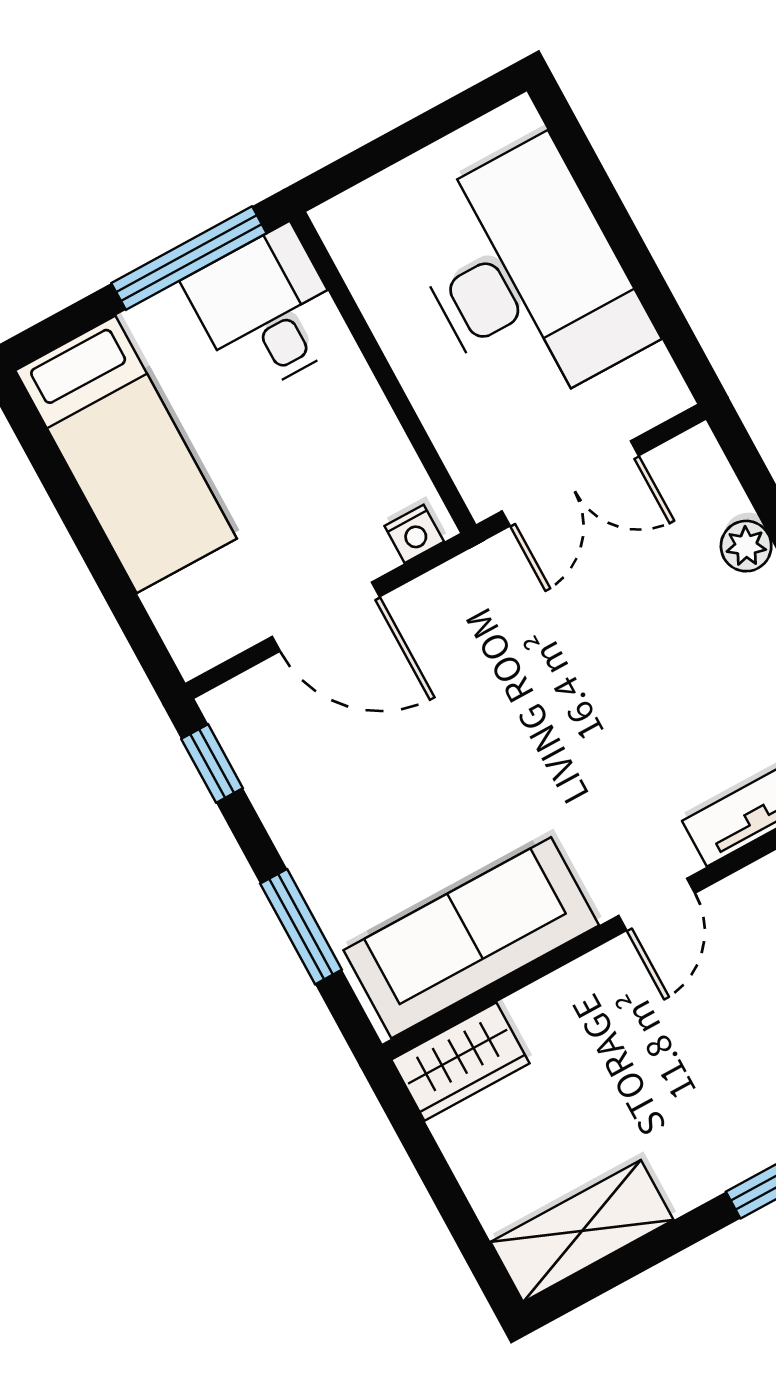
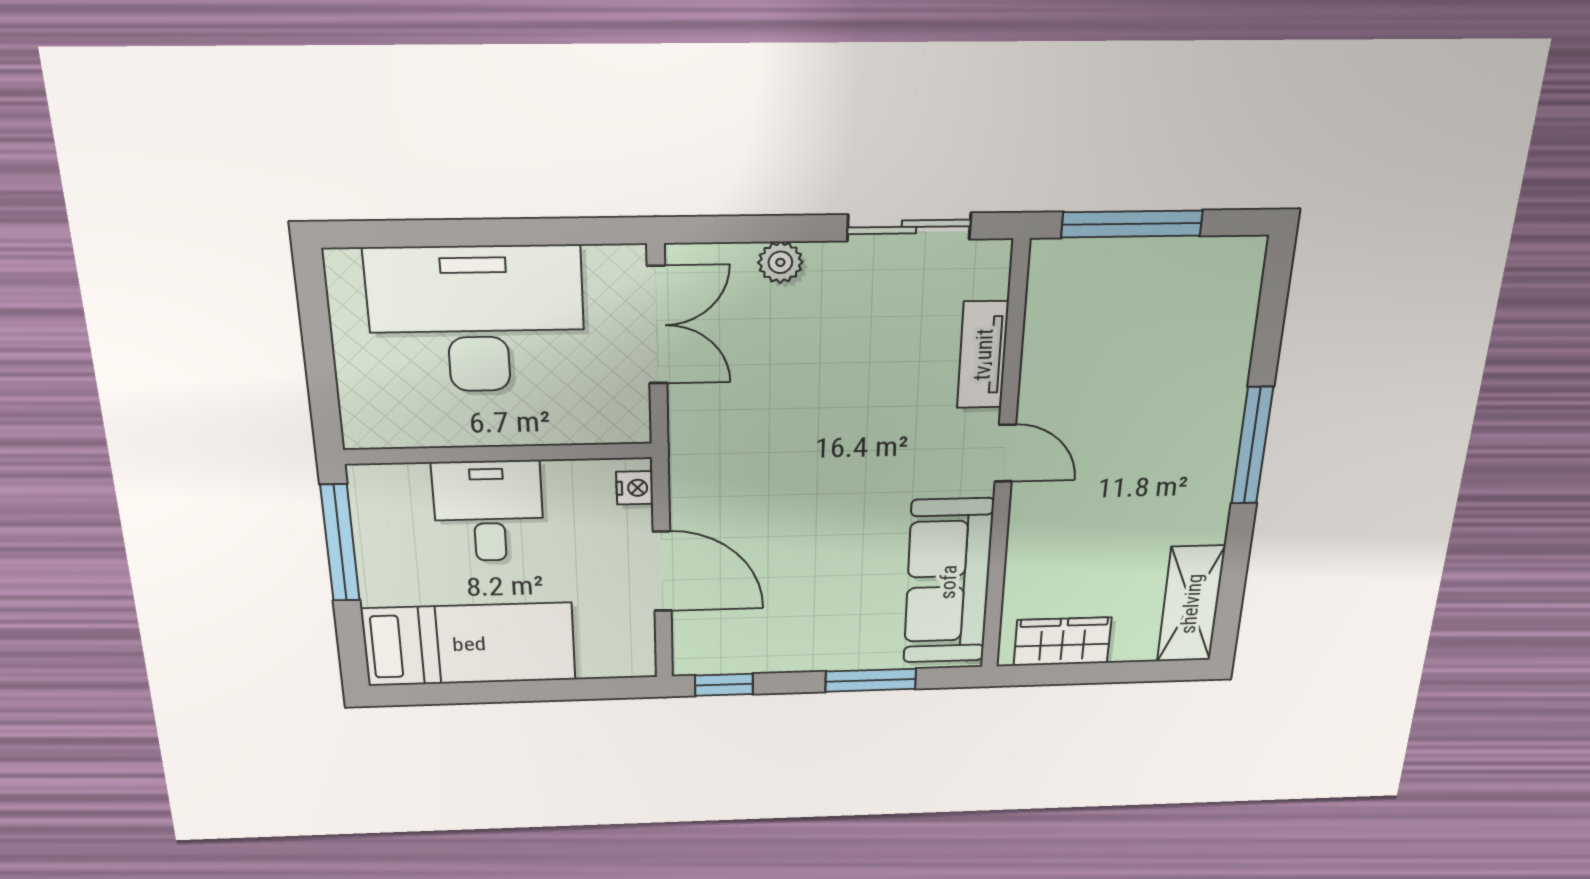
desk: (267, 310) -> (488, 511), moved, turned 90
double door: (570, 483) -> (657, 325), moved
door: (326, 617) -> (662, 571), hinge flipped
wardrobe: (460, 1062) -> (1062, 642), moved, turned -90

